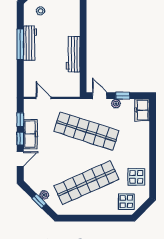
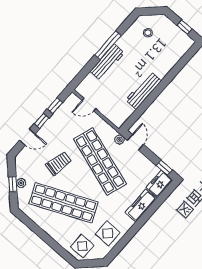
workbench: (30, 43) -> (107, 62), moved
window: (123, 96) -> (164, 168), moved
door: (43, 98) -> (89, 105), swing flipped
plant: (116, 104) -> (119, 140), moved
freezer: (30, 134) -> (141, 205), moved, turned 180
trolley: (59, 158) -> (59, 163), added

